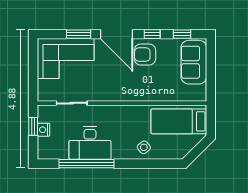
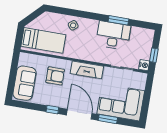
window: (182, 34) -> (30, 106), removed
armchair: (145, 55) -> (55, 76), moved
fireplace: (116, 93) -> (87, 70), added
nightstand: (44, 130) -> (144, 65), moved
window: (86, 164) -> (118, 20), width x0.47

